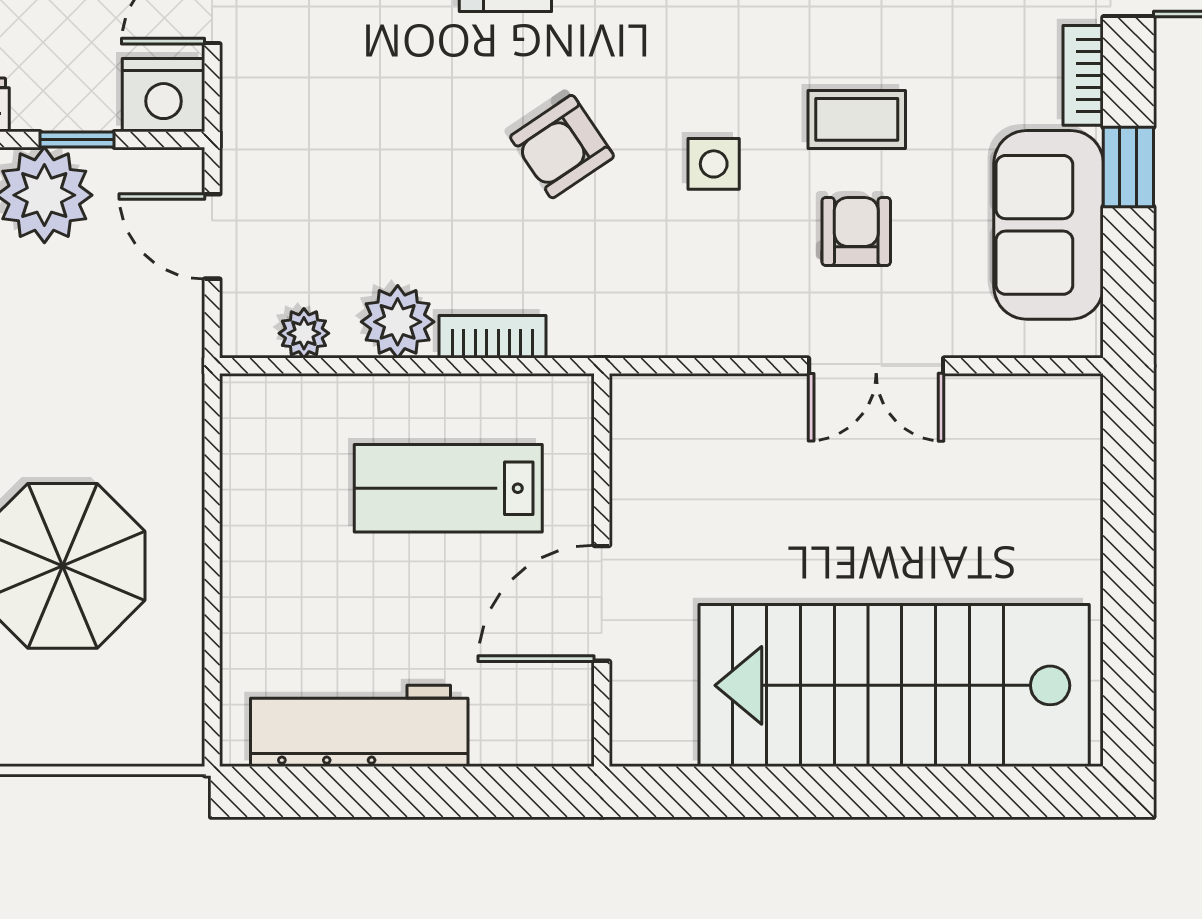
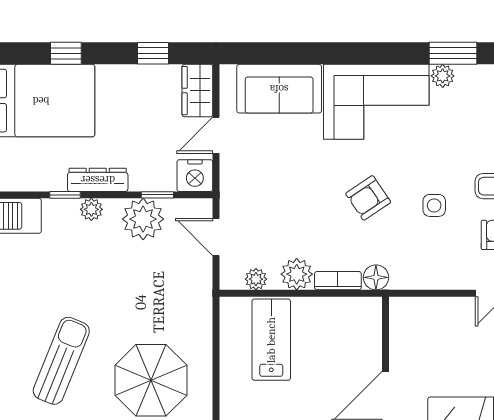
floor lamp: (580, 329) -> (376, 277), added
lab bench: (448, 488) -> (271, 340), moved, turned 90

